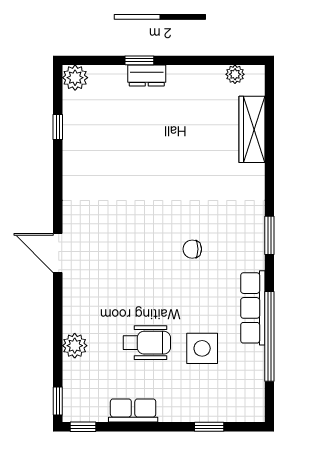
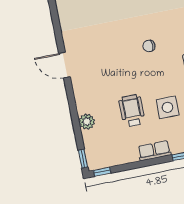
wheelchair: (147, 343) -> (132, 111), turned -90
row of seats: (133, 410) -> (154, 151), moved

